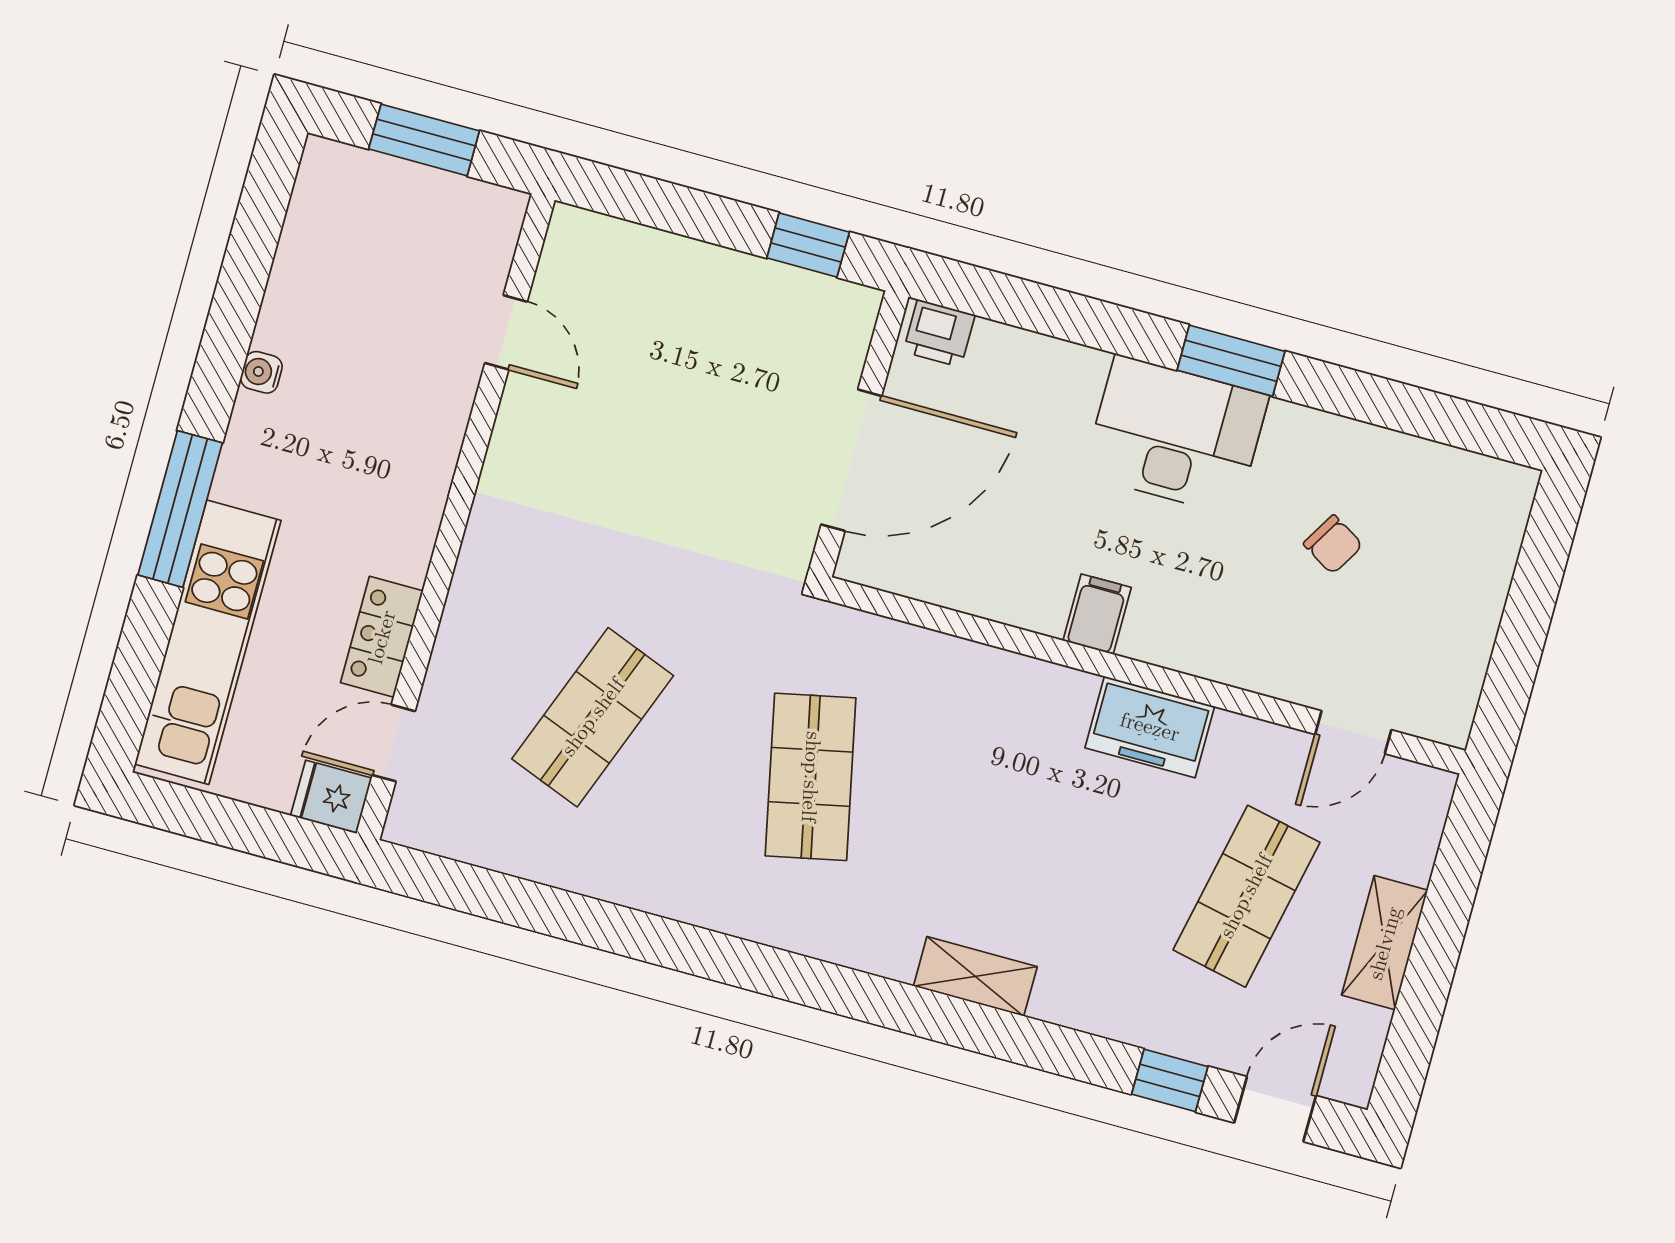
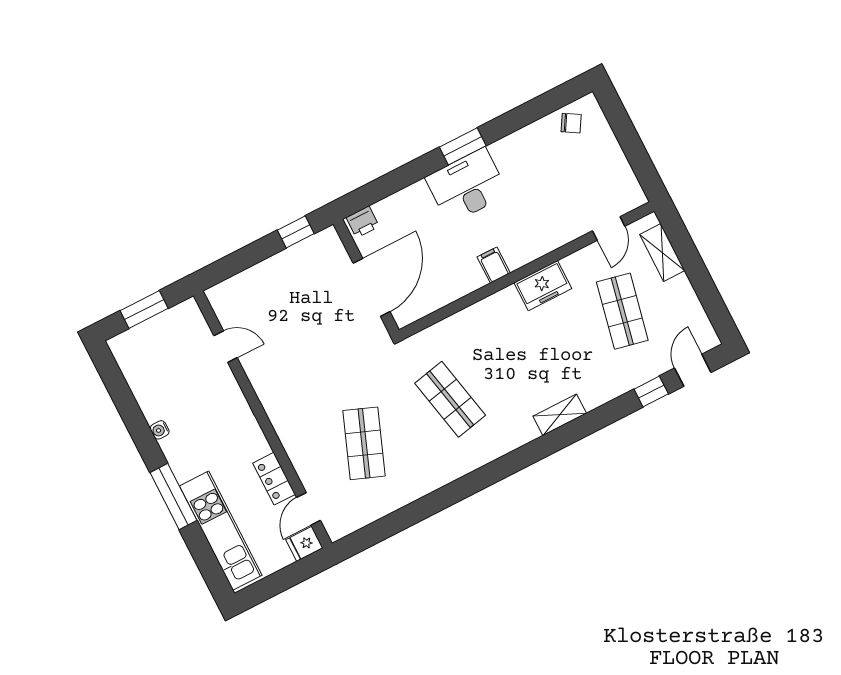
chair: (1333, 544) -> (571, 123), moved
shelving: (1385, 943) -> (662, 253), moved

